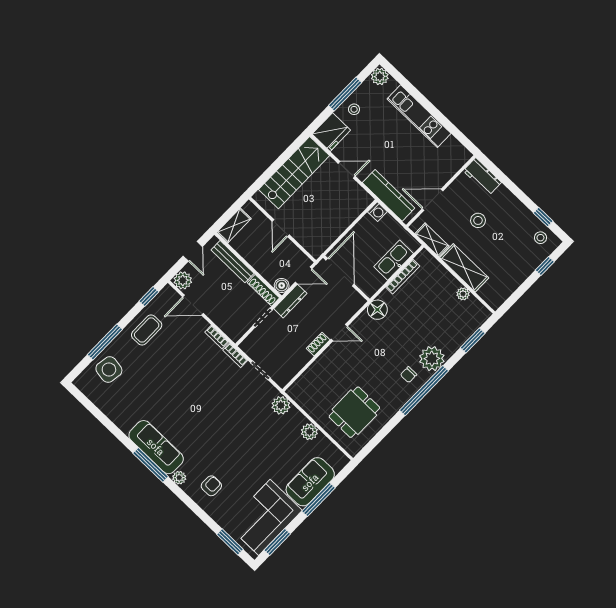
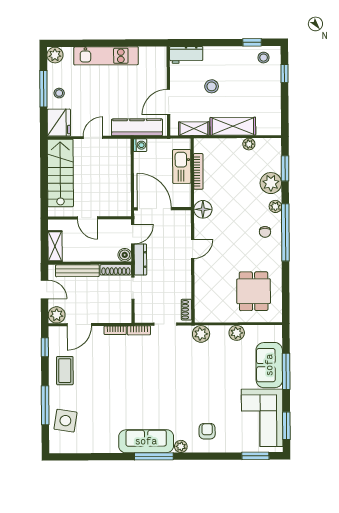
plant: (450, 341) -> (271, 183), added
shoe rack: (318, 344) -> (186, 310), moved
plant: (432, 359) -> (275, 206), width x0.53, depth x0.53

